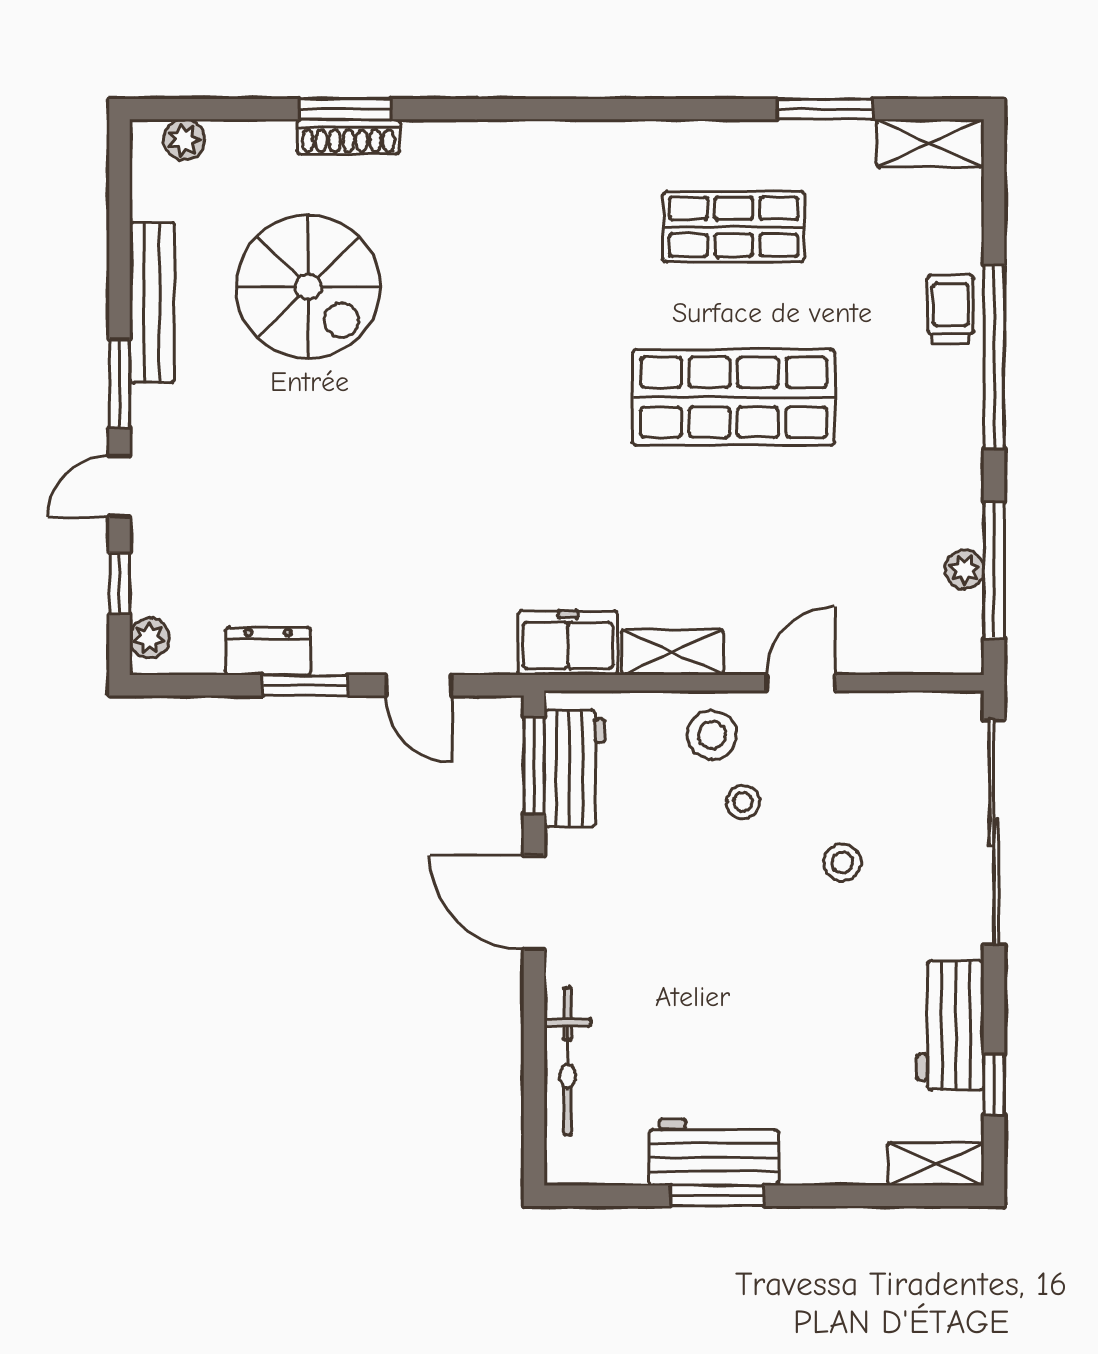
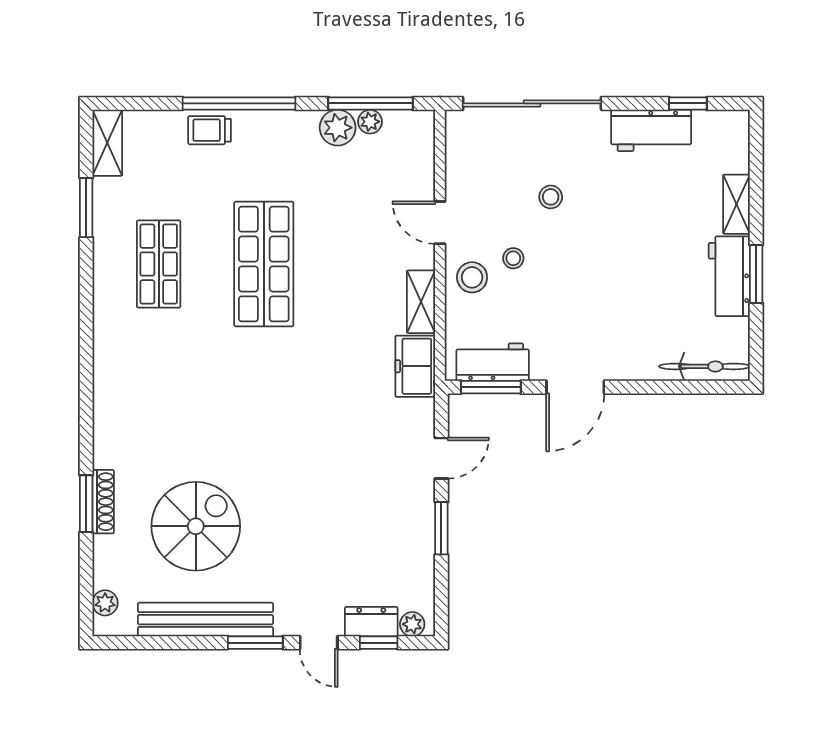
bench: (152, 303) -> (205, 620), width x1.37, depth x1.21
plant: (955, 517) -> (338, 128), added
dresser: (268, 651) -> (371, 622), moved, turned 90
bicycle: (568, 1061) -> (704, 366), moved
shelving: (936, 1164) -> (737, 204), moved

